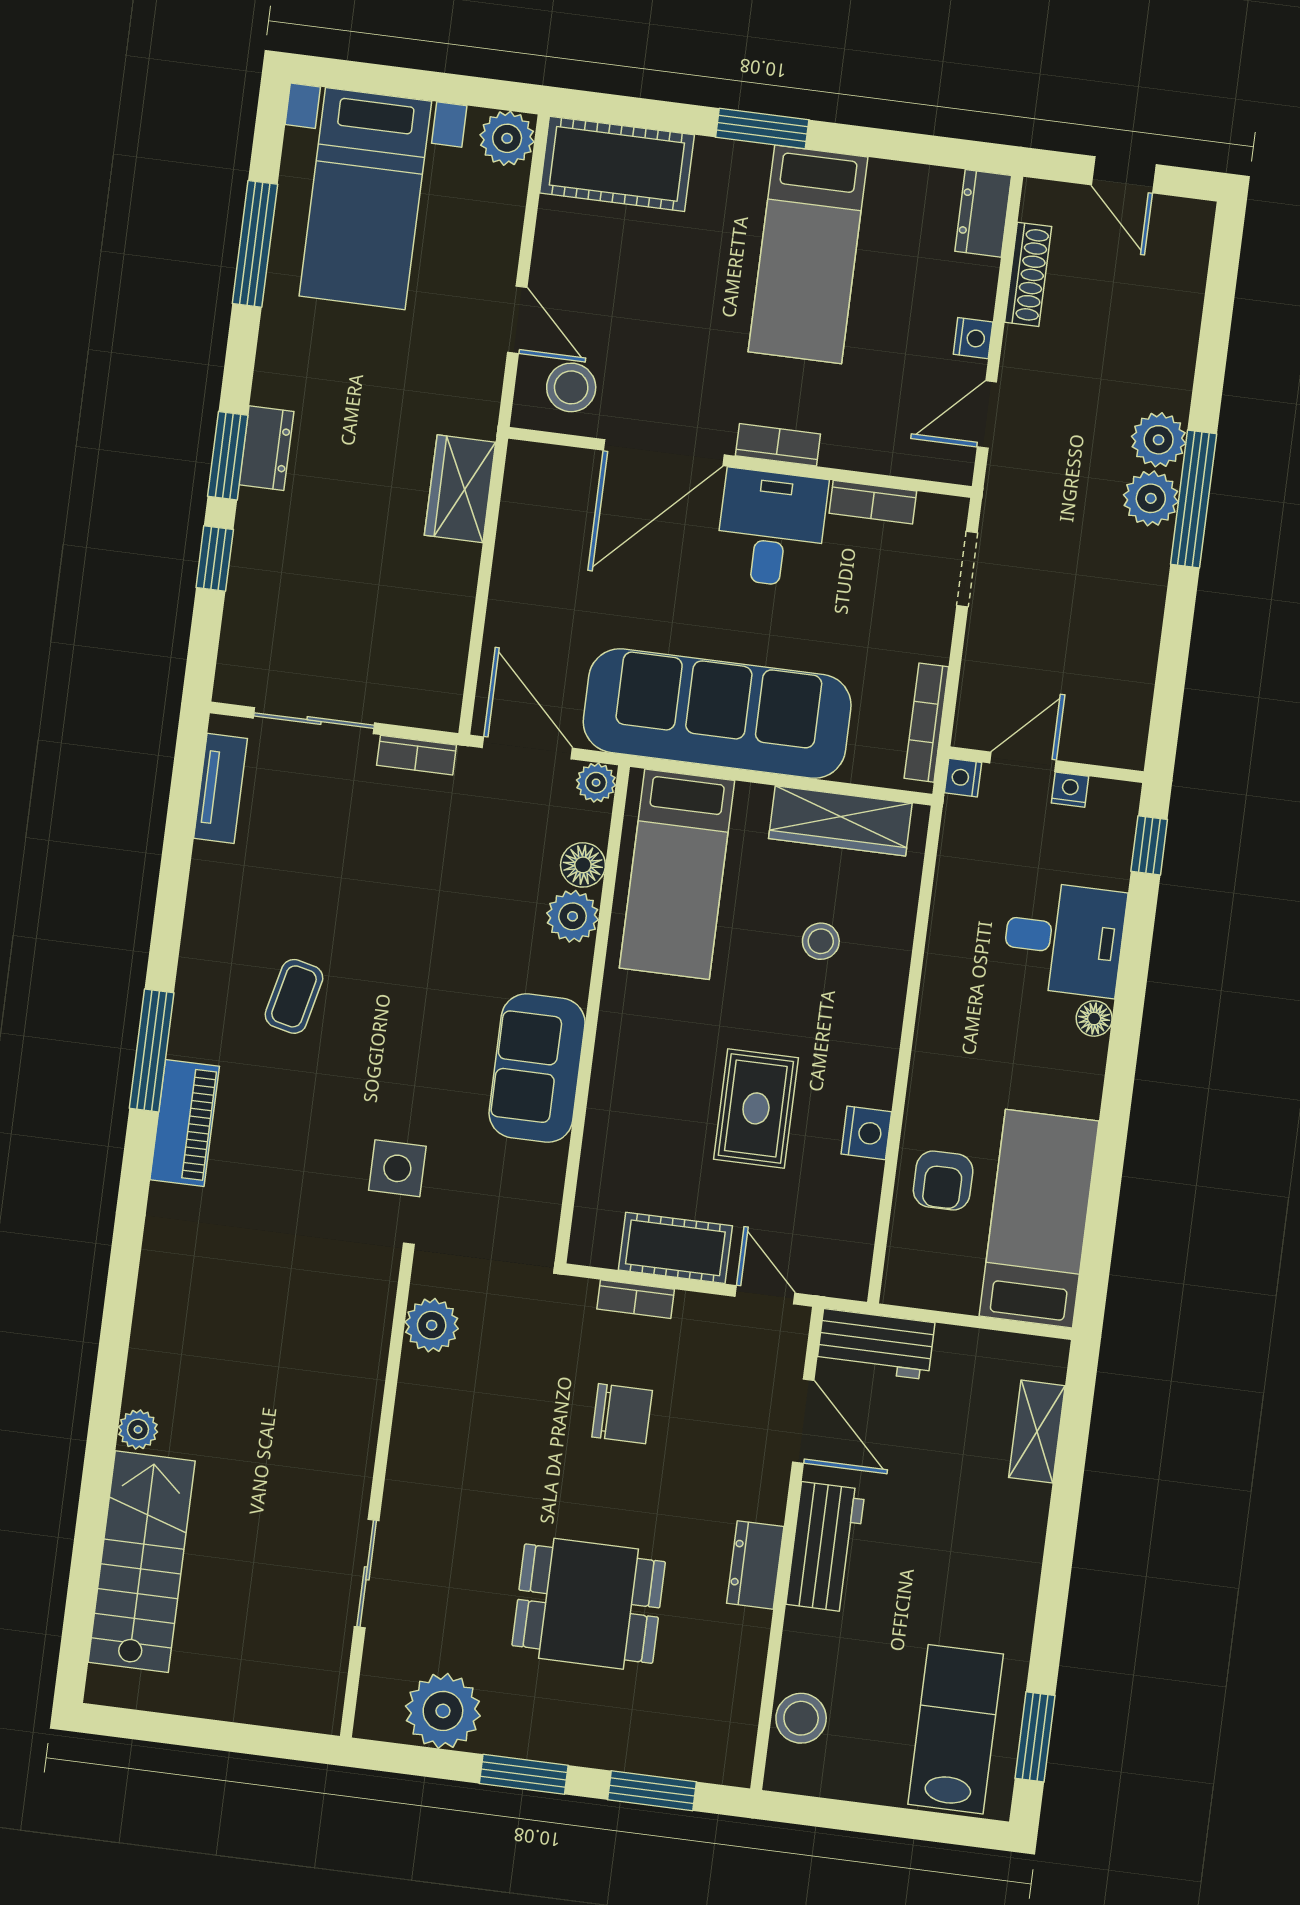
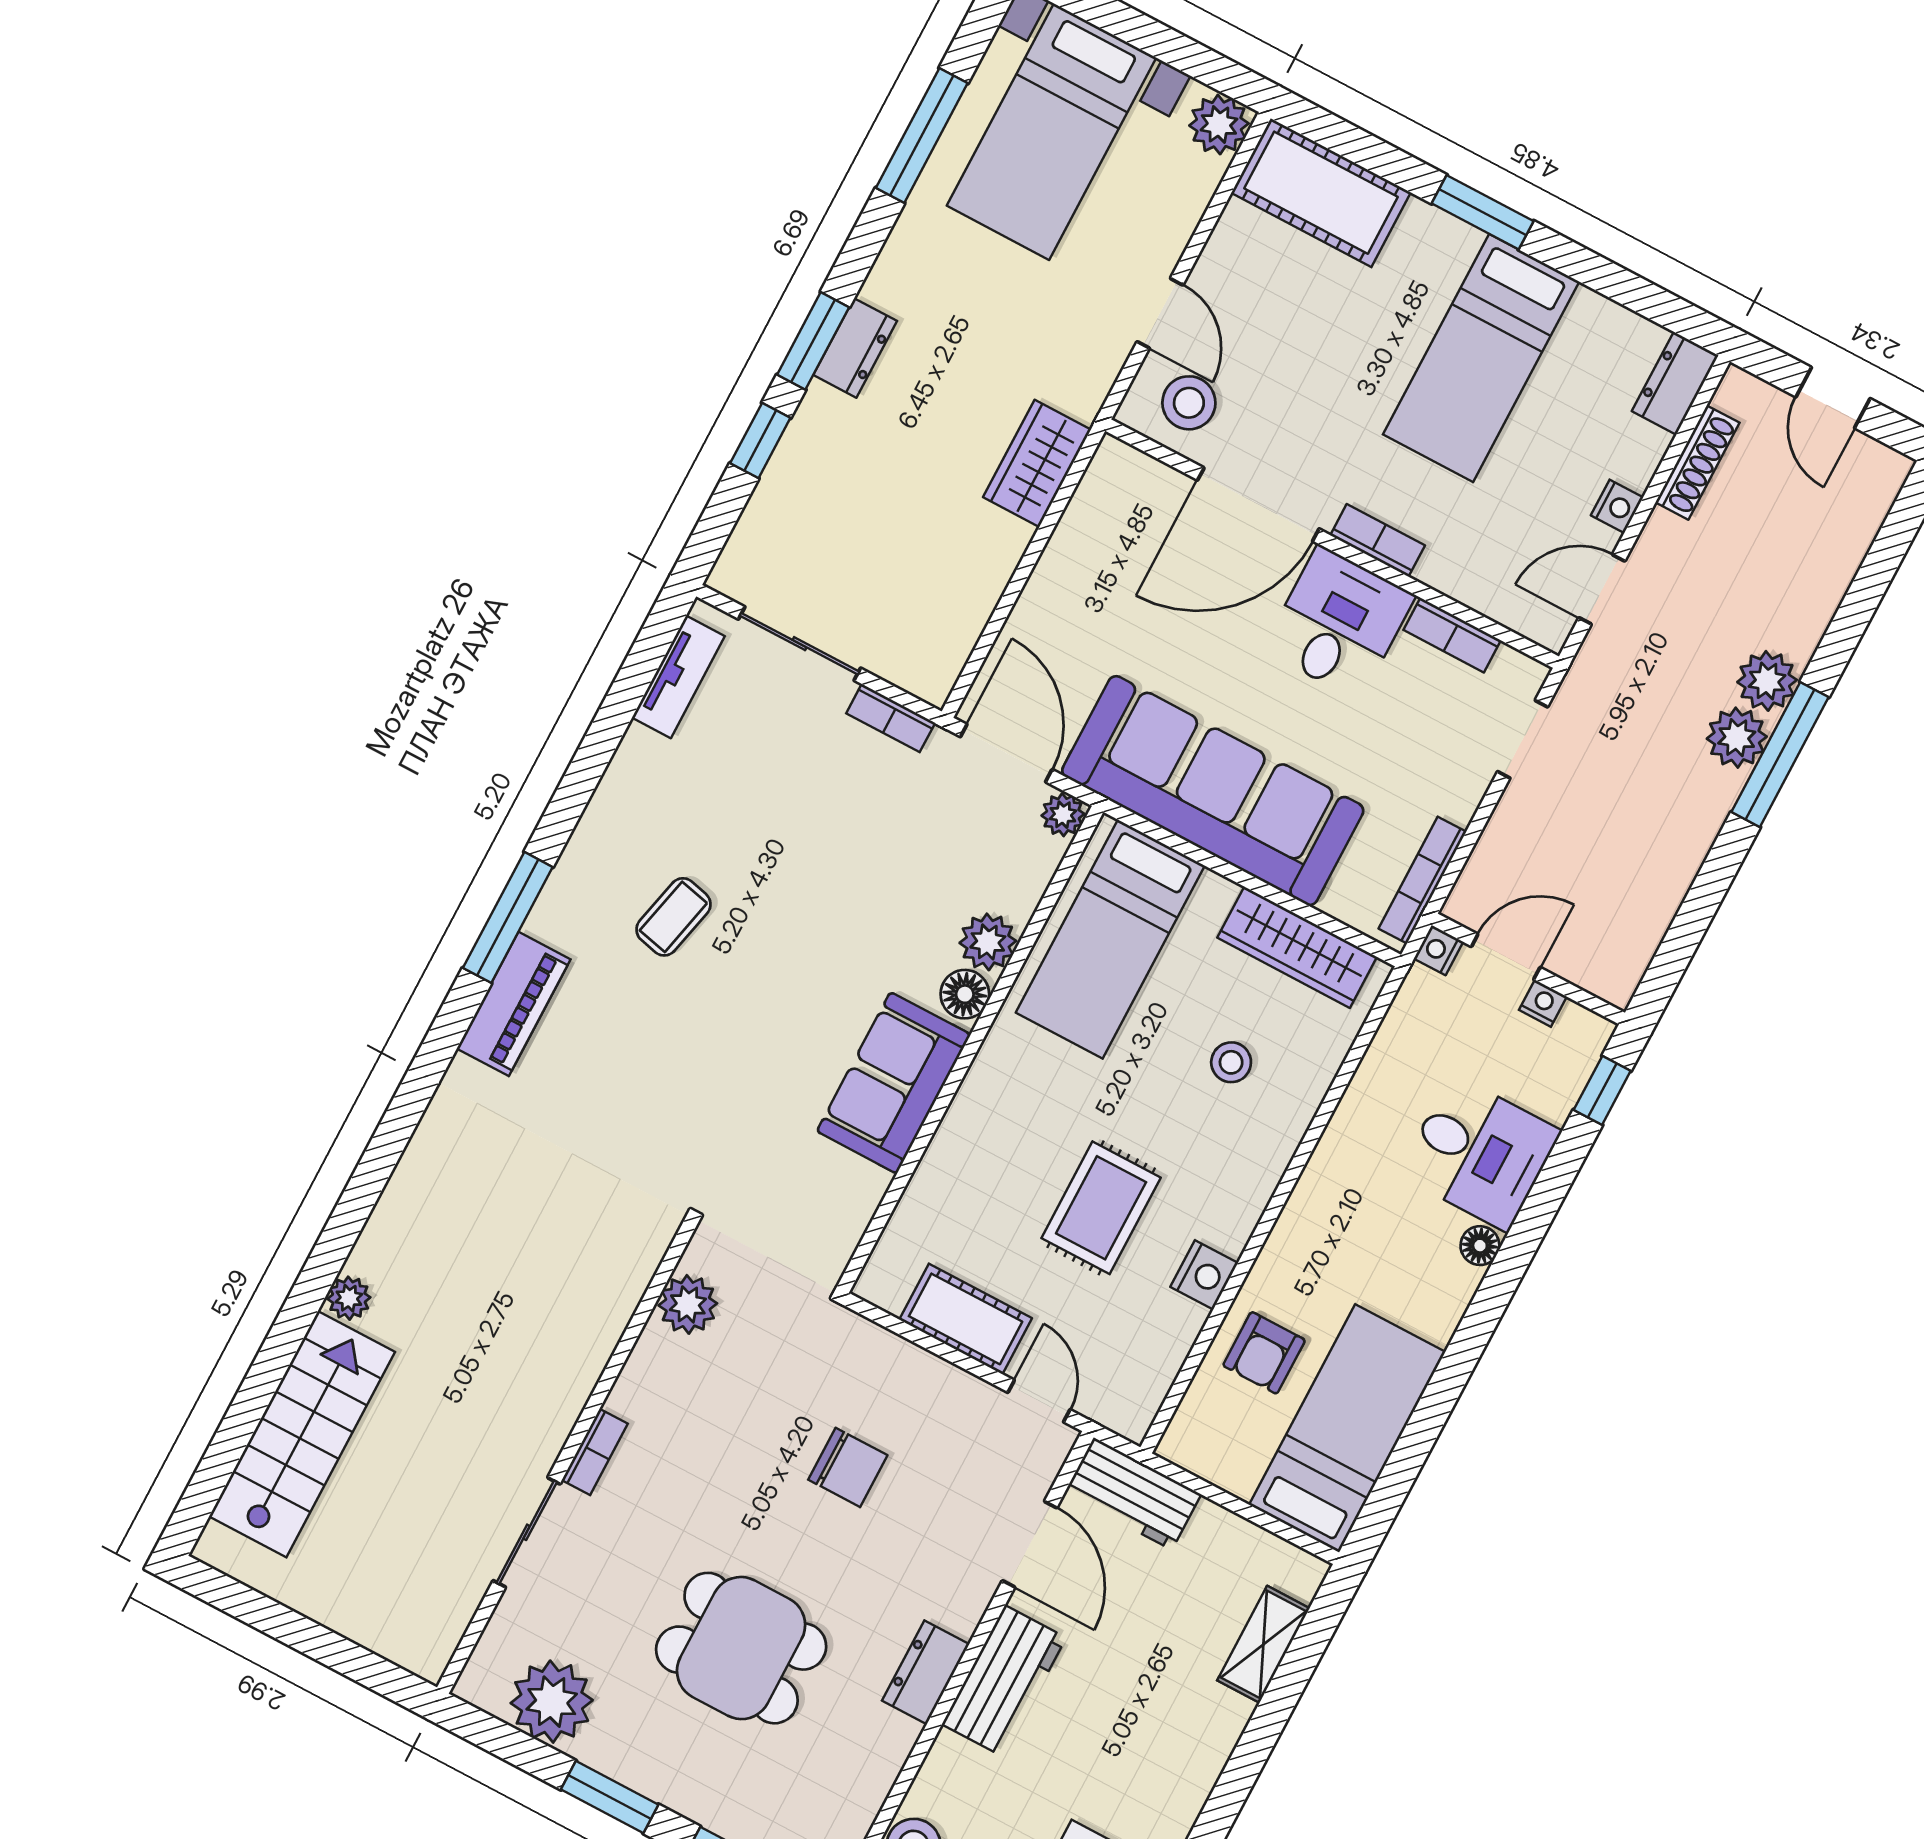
floor lamp: (583, 865) -> (965, 994), moved
side table: (397, 1168) -> (713, 1132), removed
bookcase: (636, 1299) -> (595, 1452), moved, turned -90

